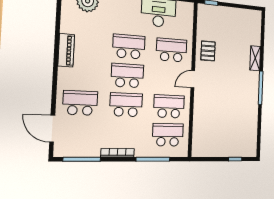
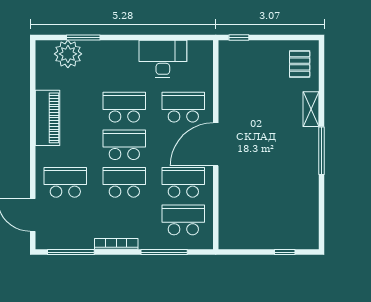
piano: (66, 50) -> (48, 118), width x1.37, depth x1.33
pallet: (208, 51) -> (300, 64), moved
door: (193, 79) -> (216, 144), width x1.87

